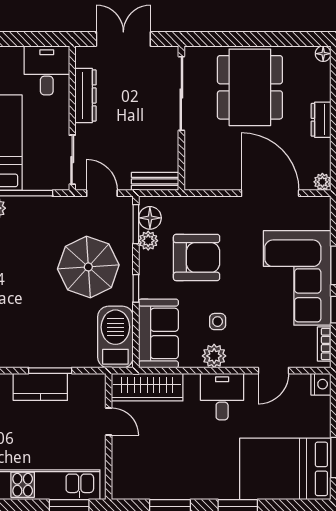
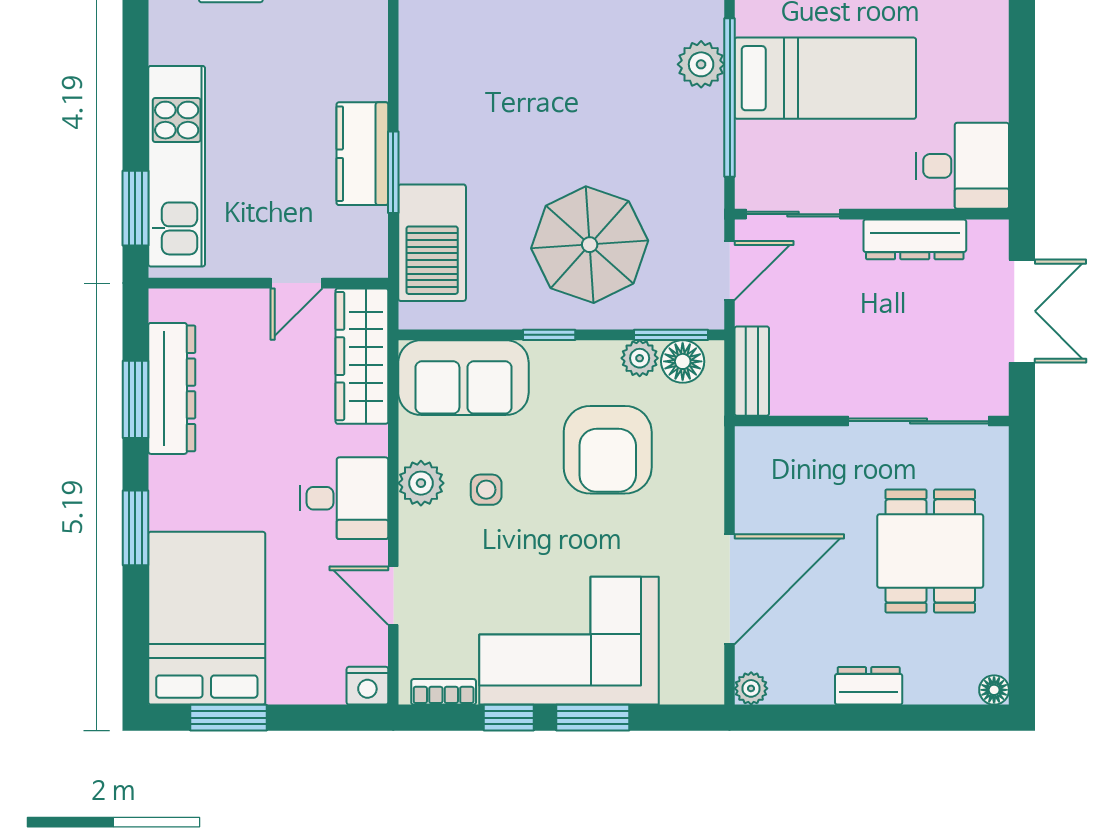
dining table: (250, 87) -> (930, 551), width x0.73
barbecue: (115, 337) -> (432, 243), moved, turned 90
dresser: (164, 487) -> (172, 388), added

